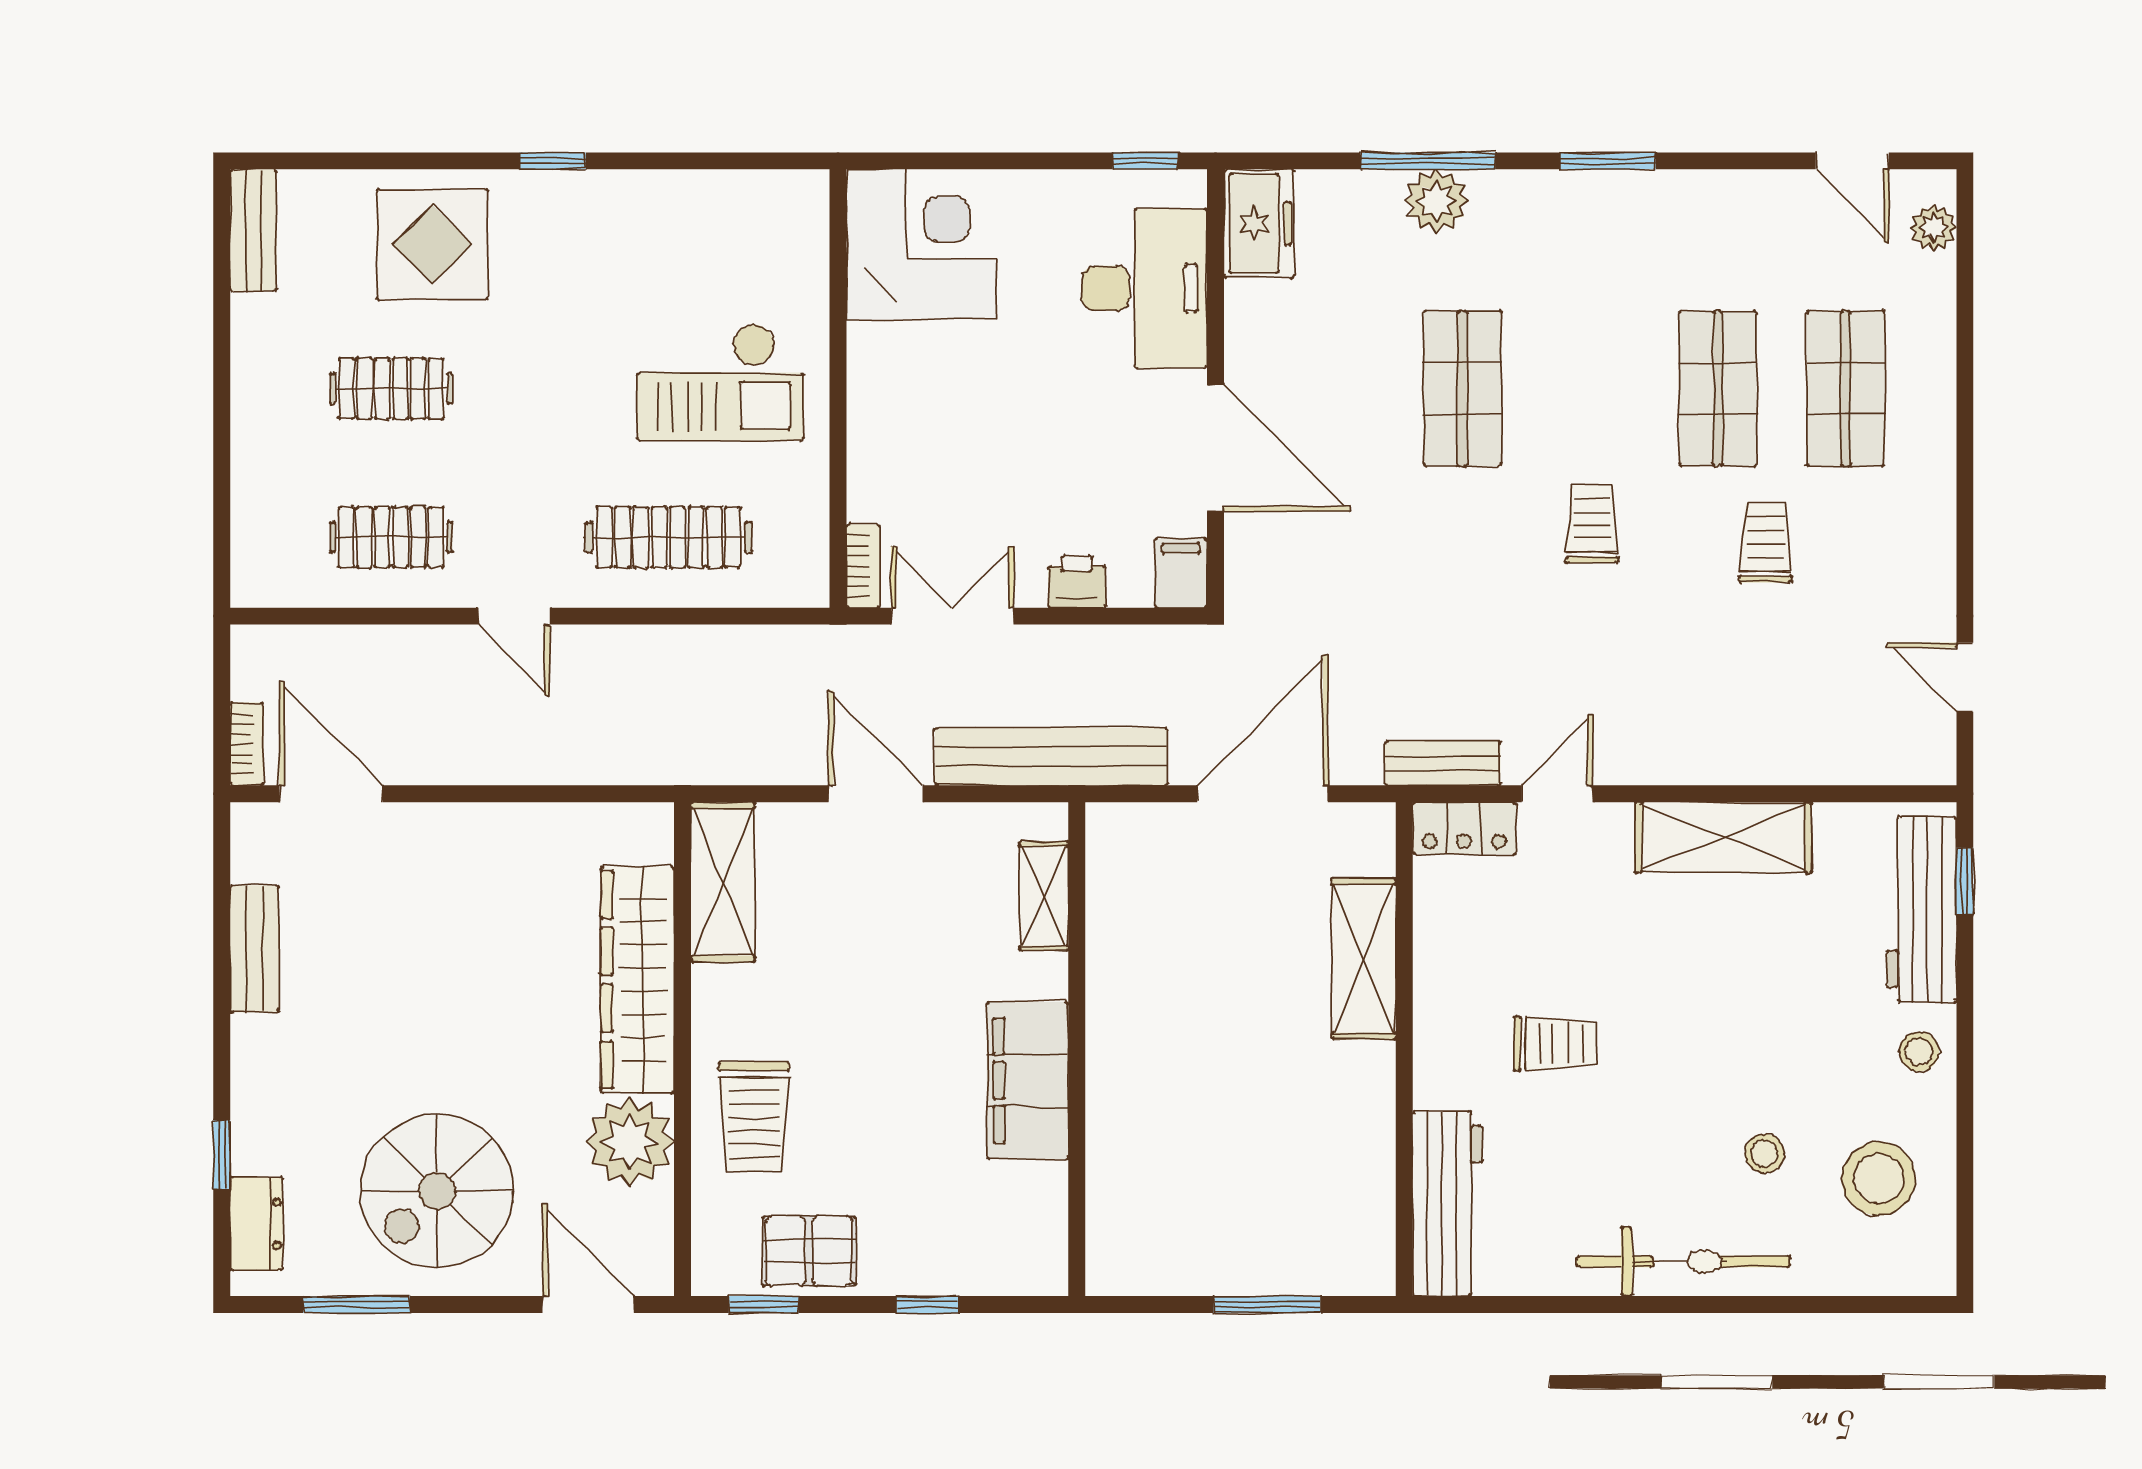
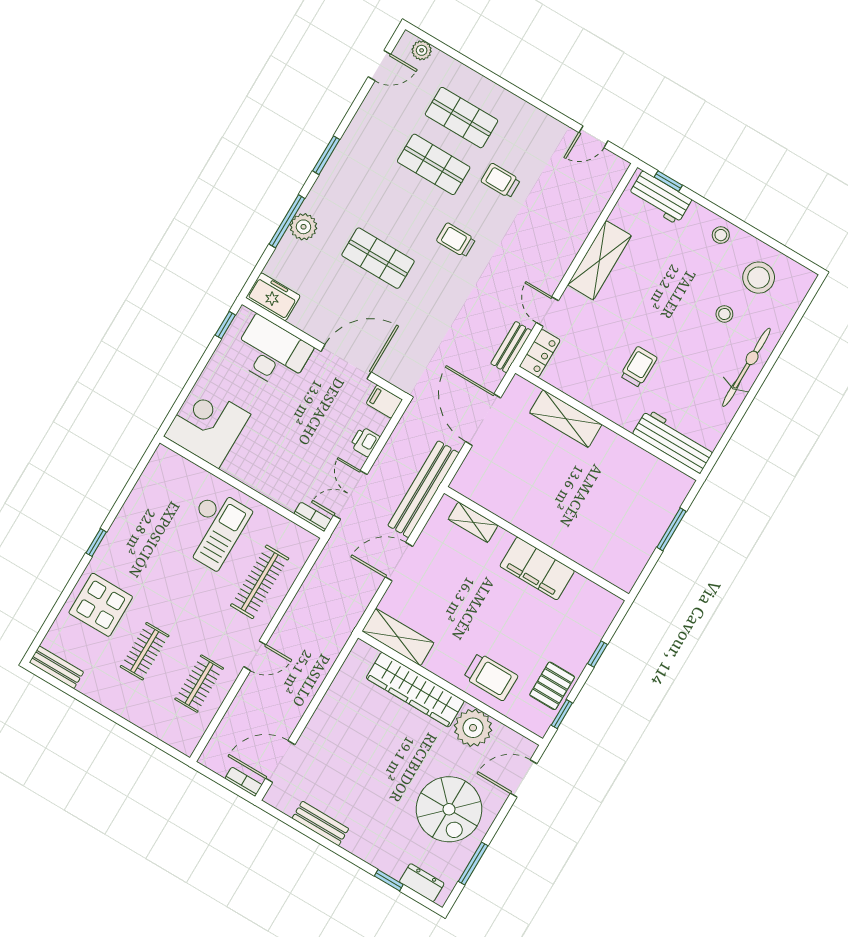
workbench: (1922, 909) -> (660, 198), width x0.73

